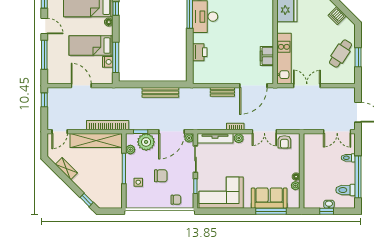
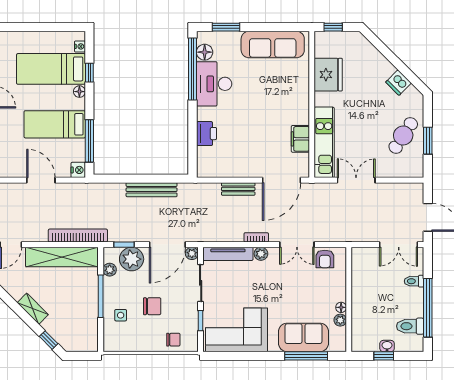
nightstand: (108, 62) -> (78, 170), moved
shelving: (66, 169) -> (33, 309), moved

